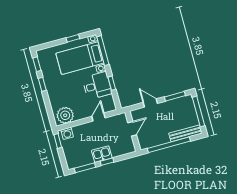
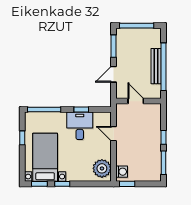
bed with nightstands: (80, 58) -> (45, 157), moved, turned 180
bench: (185, 133) -> (156, 66), moved
kitchen sink: (102, 154) -> (154, 141), removed

